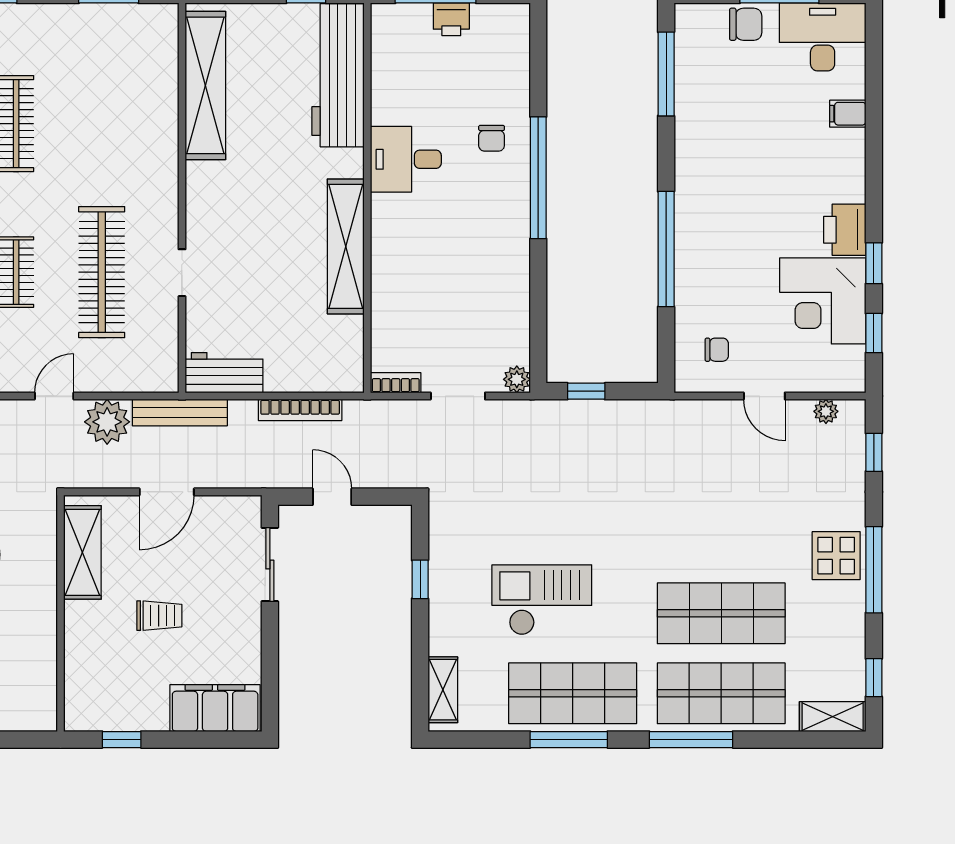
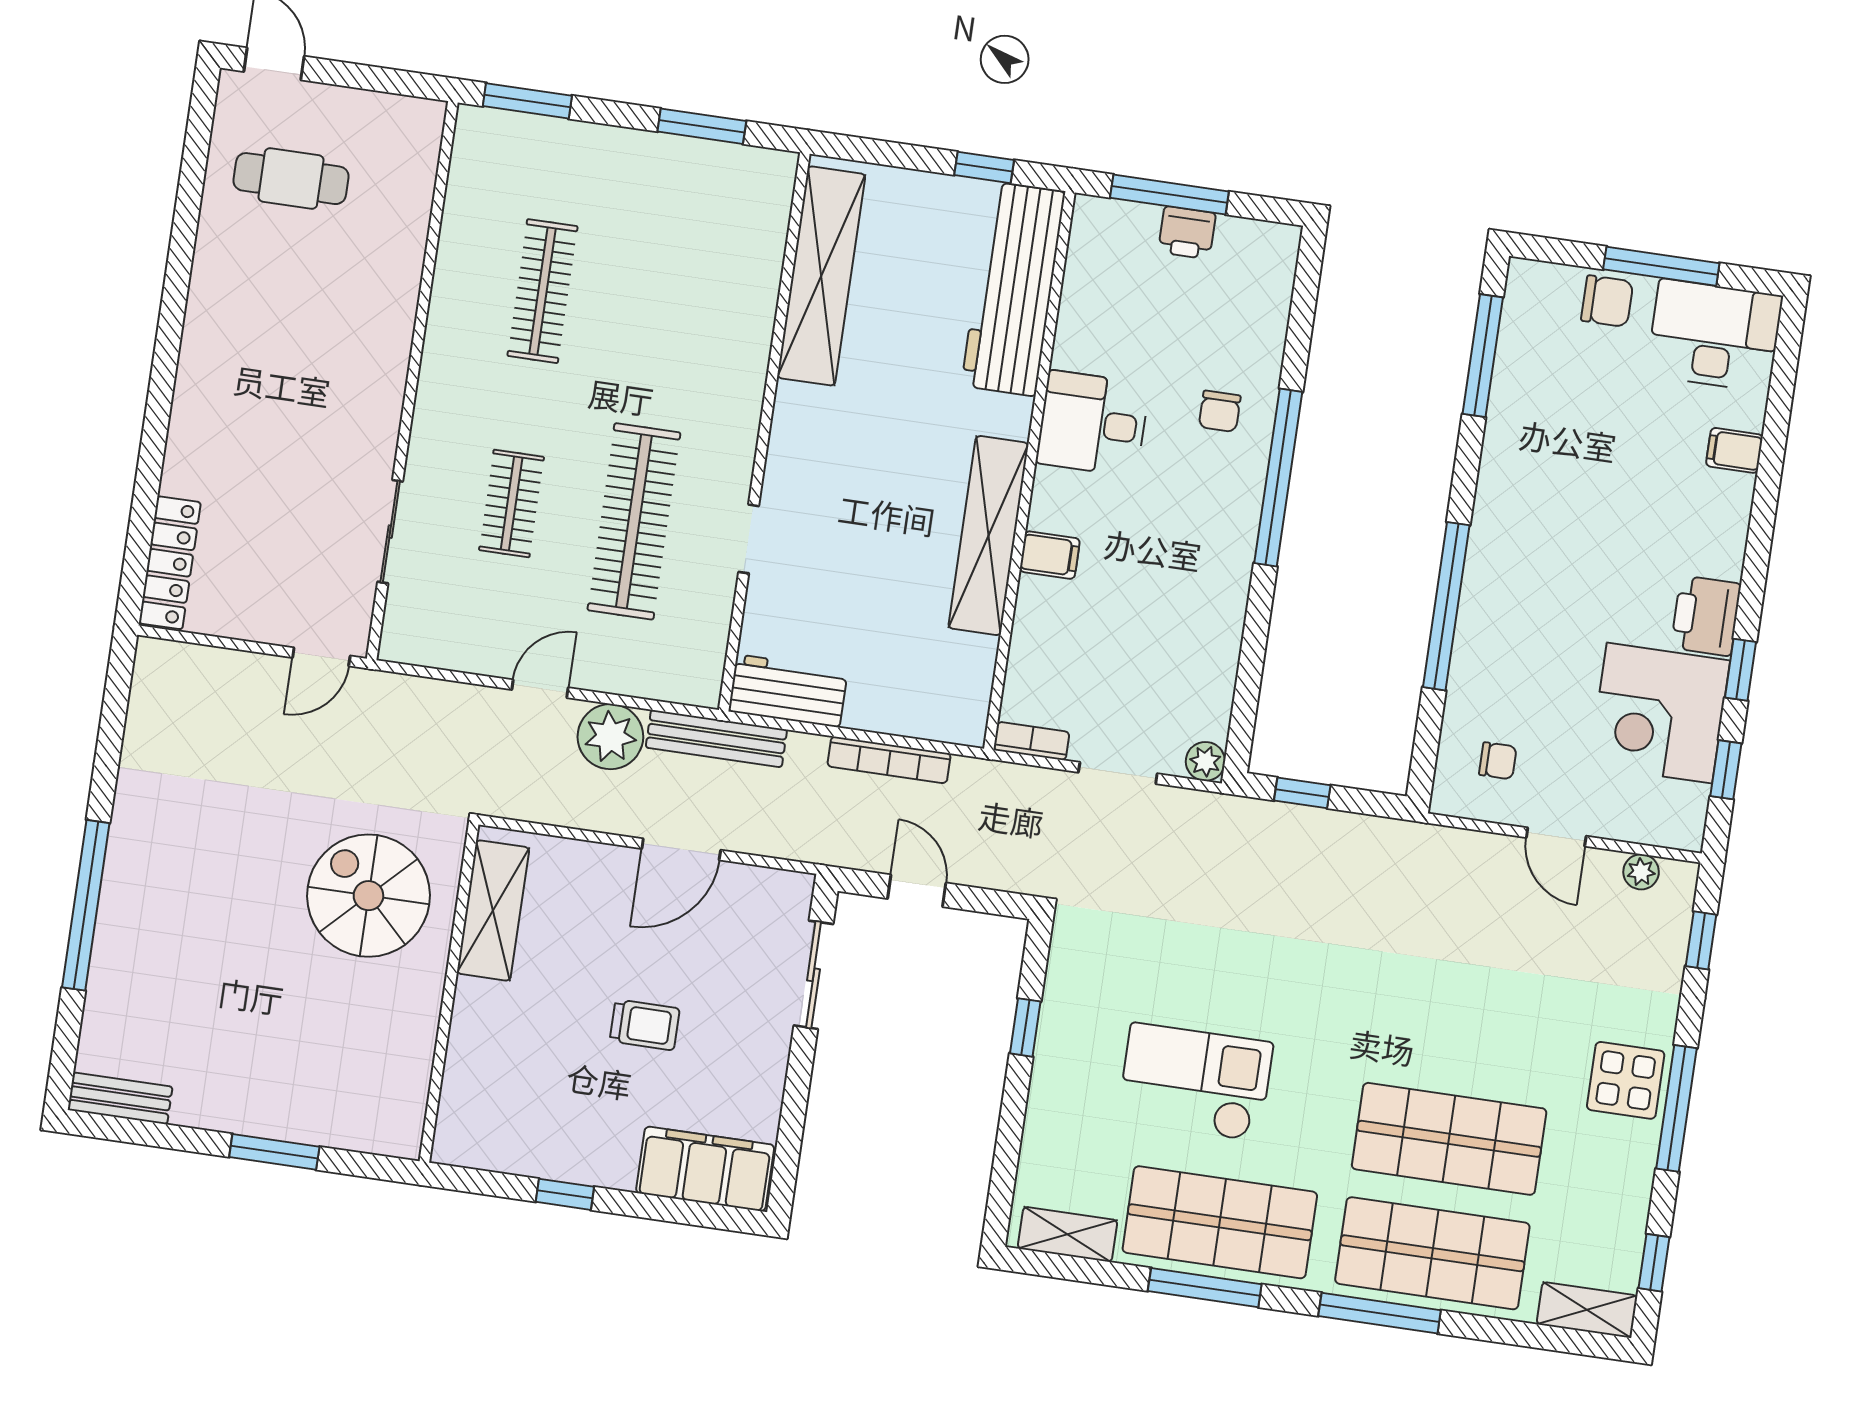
filing cabinet: (390, 254) -> (1050, 555), added
shelving: (82, 552) -> (493, 910), moved
wall: (61, 613) -> (449, 993), moved
shelving: (443, 690) -> (1068, 1234), moved, turned 90

